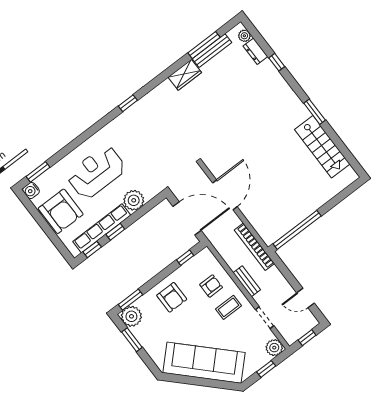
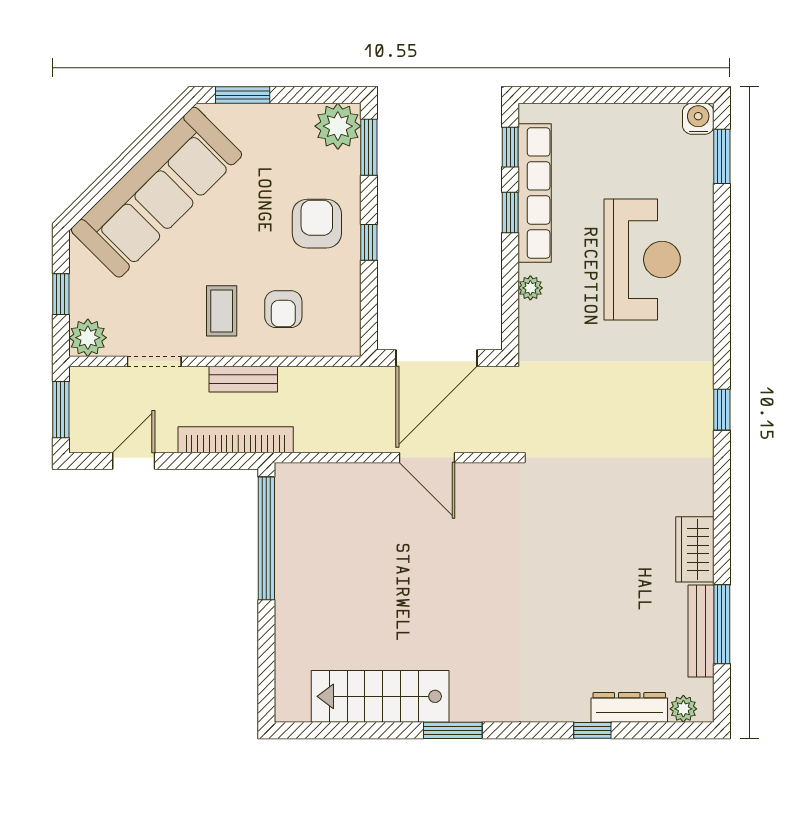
dresser: (255, 51) -> (629, 707), width x1.44
door: (225, 195) -> (427, 458), width x0.73
plant: (134, 200) -> (530, 288), width x0.53, depth x0.53
armchair: (61, 211) -> (621, 143), removed
bookcase: (254, 247) -> (236, 440), moved
window: (185, 258) -> (369, 242), moved
armchair: (172, 297) -> (317, 224), turned 90
window: (307, 338) -> (61, 410), width x1.50
window: (132, 340) -> (243, 95), moved

